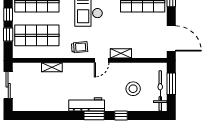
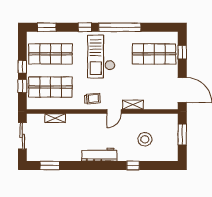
shelving: (52, 67) -> (55, 118), moved
bicycle: (160, 91) -> (171, 141), removed
window: (94, 115) -> (50, 165), moved

